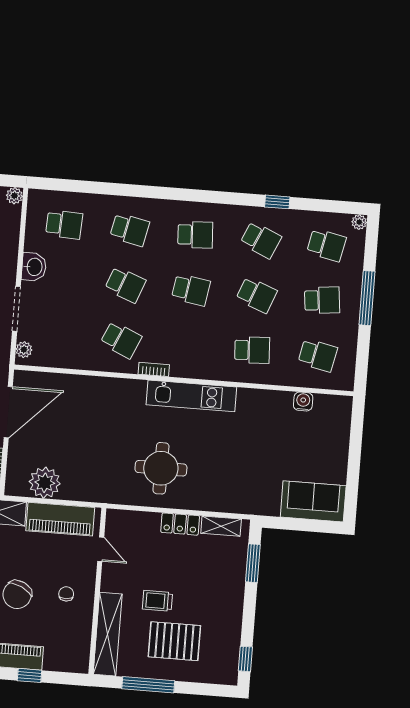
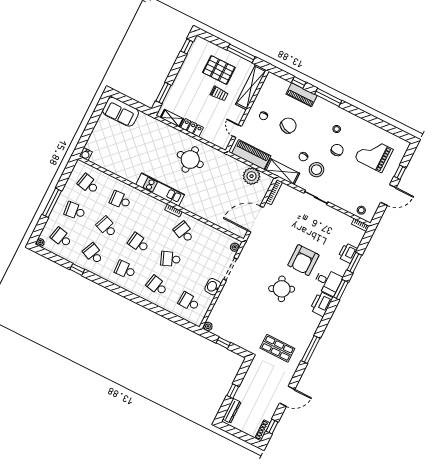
school desk: (125, 285) -> (171, 259), turned -42
water cooler: (303, 401) -> (86, 154), moved

